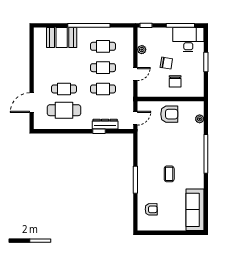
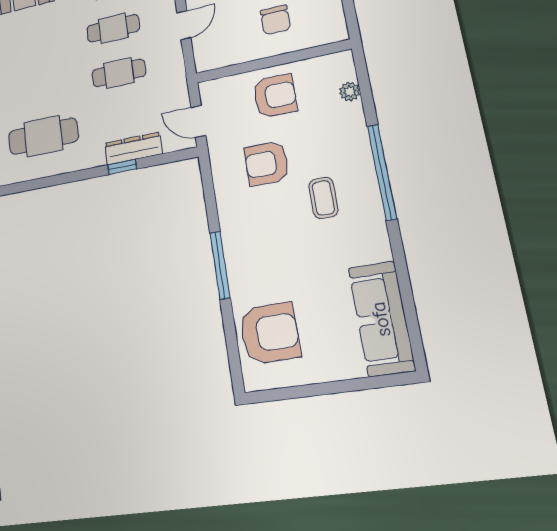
cafe table: (64, 89) -> (38, 91), removed
door: (135, 118) -> (198, 121), swing flipped
armchair: (161, 142) -> (267, 163), added
coffee table: (169, 174) -> (323, 198), moved
armchair: (151, 209) -> (270, 333), width x1.88, depth x1.88

